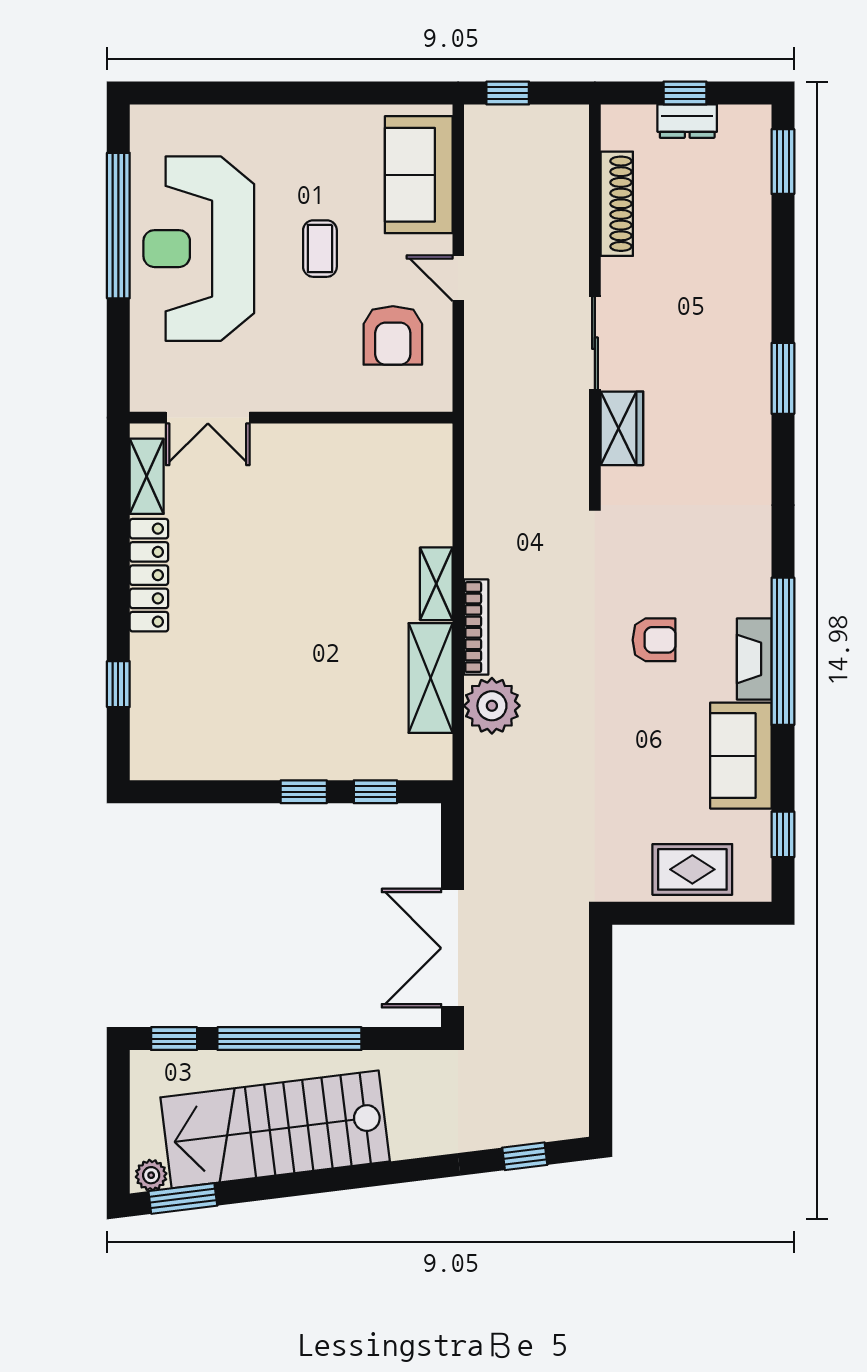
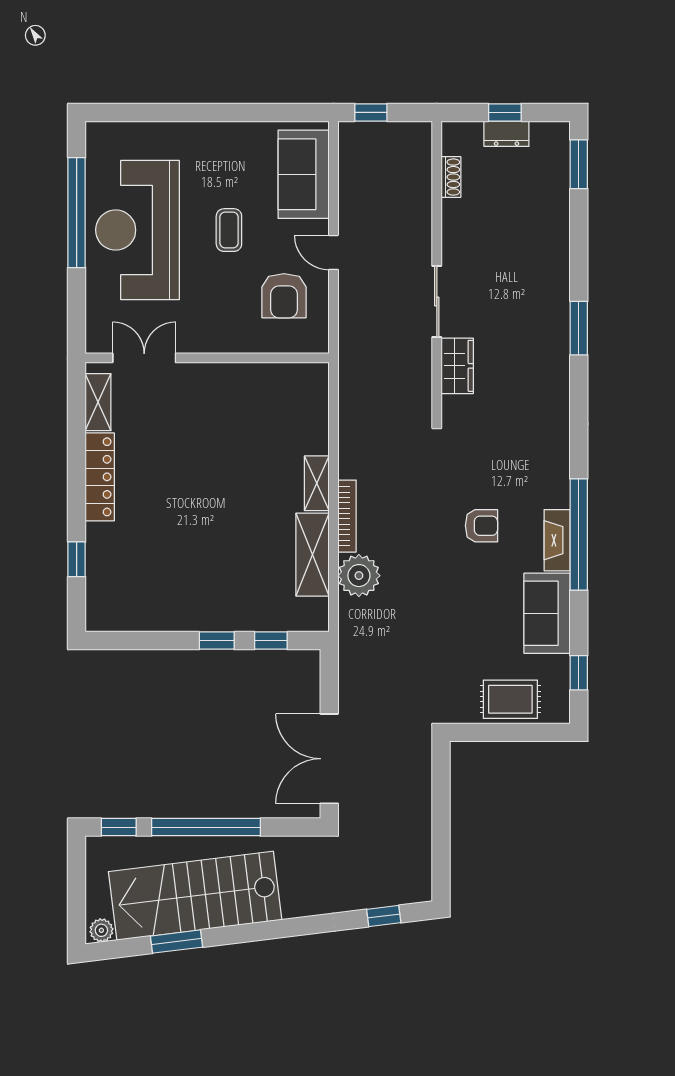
shoe rack: (617, 204) -> (451, 177), width x0.51, depth x0.81
double door: (208, 418) -> (144, 358), swing flipped
window: (183, 1198) -> (176, 942), moved

